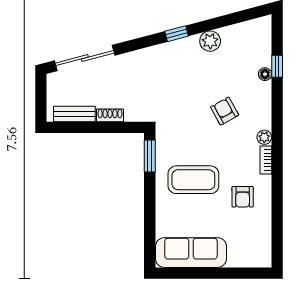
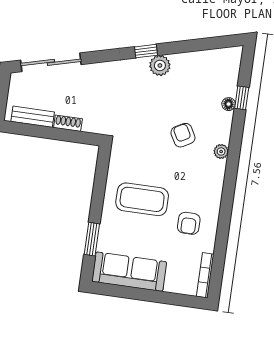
plant: (210, 41) -> (160, 65), moved
plant: (264, 137) -> (221, 151), moved
window: (150, 156) -> (92, 239), moved
bookcase: (266, 160) -> (205, 275), moved, width x1.56

